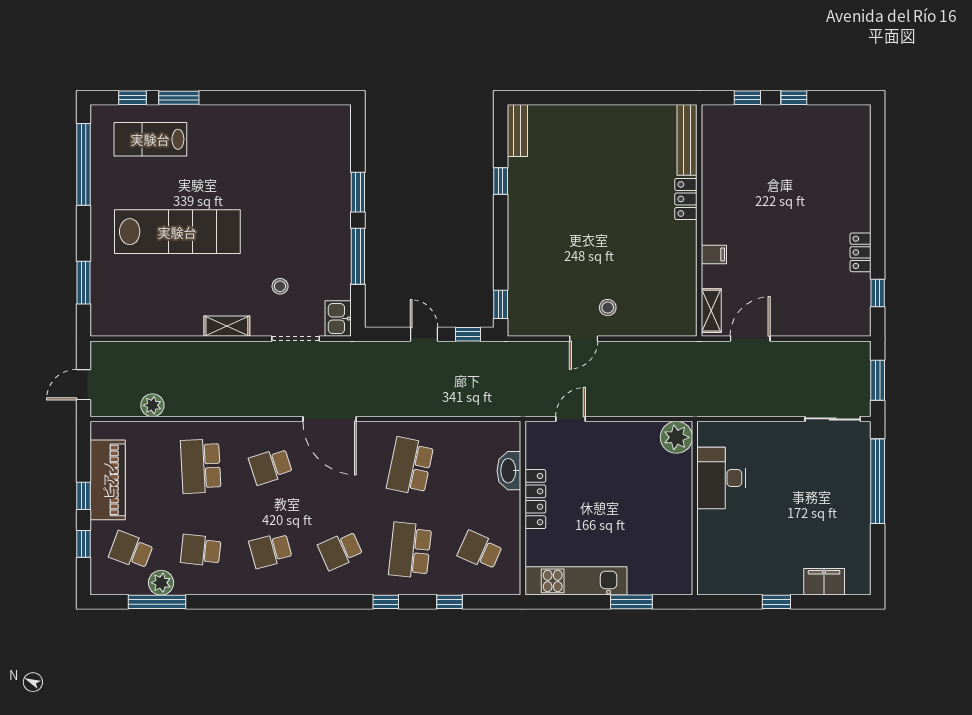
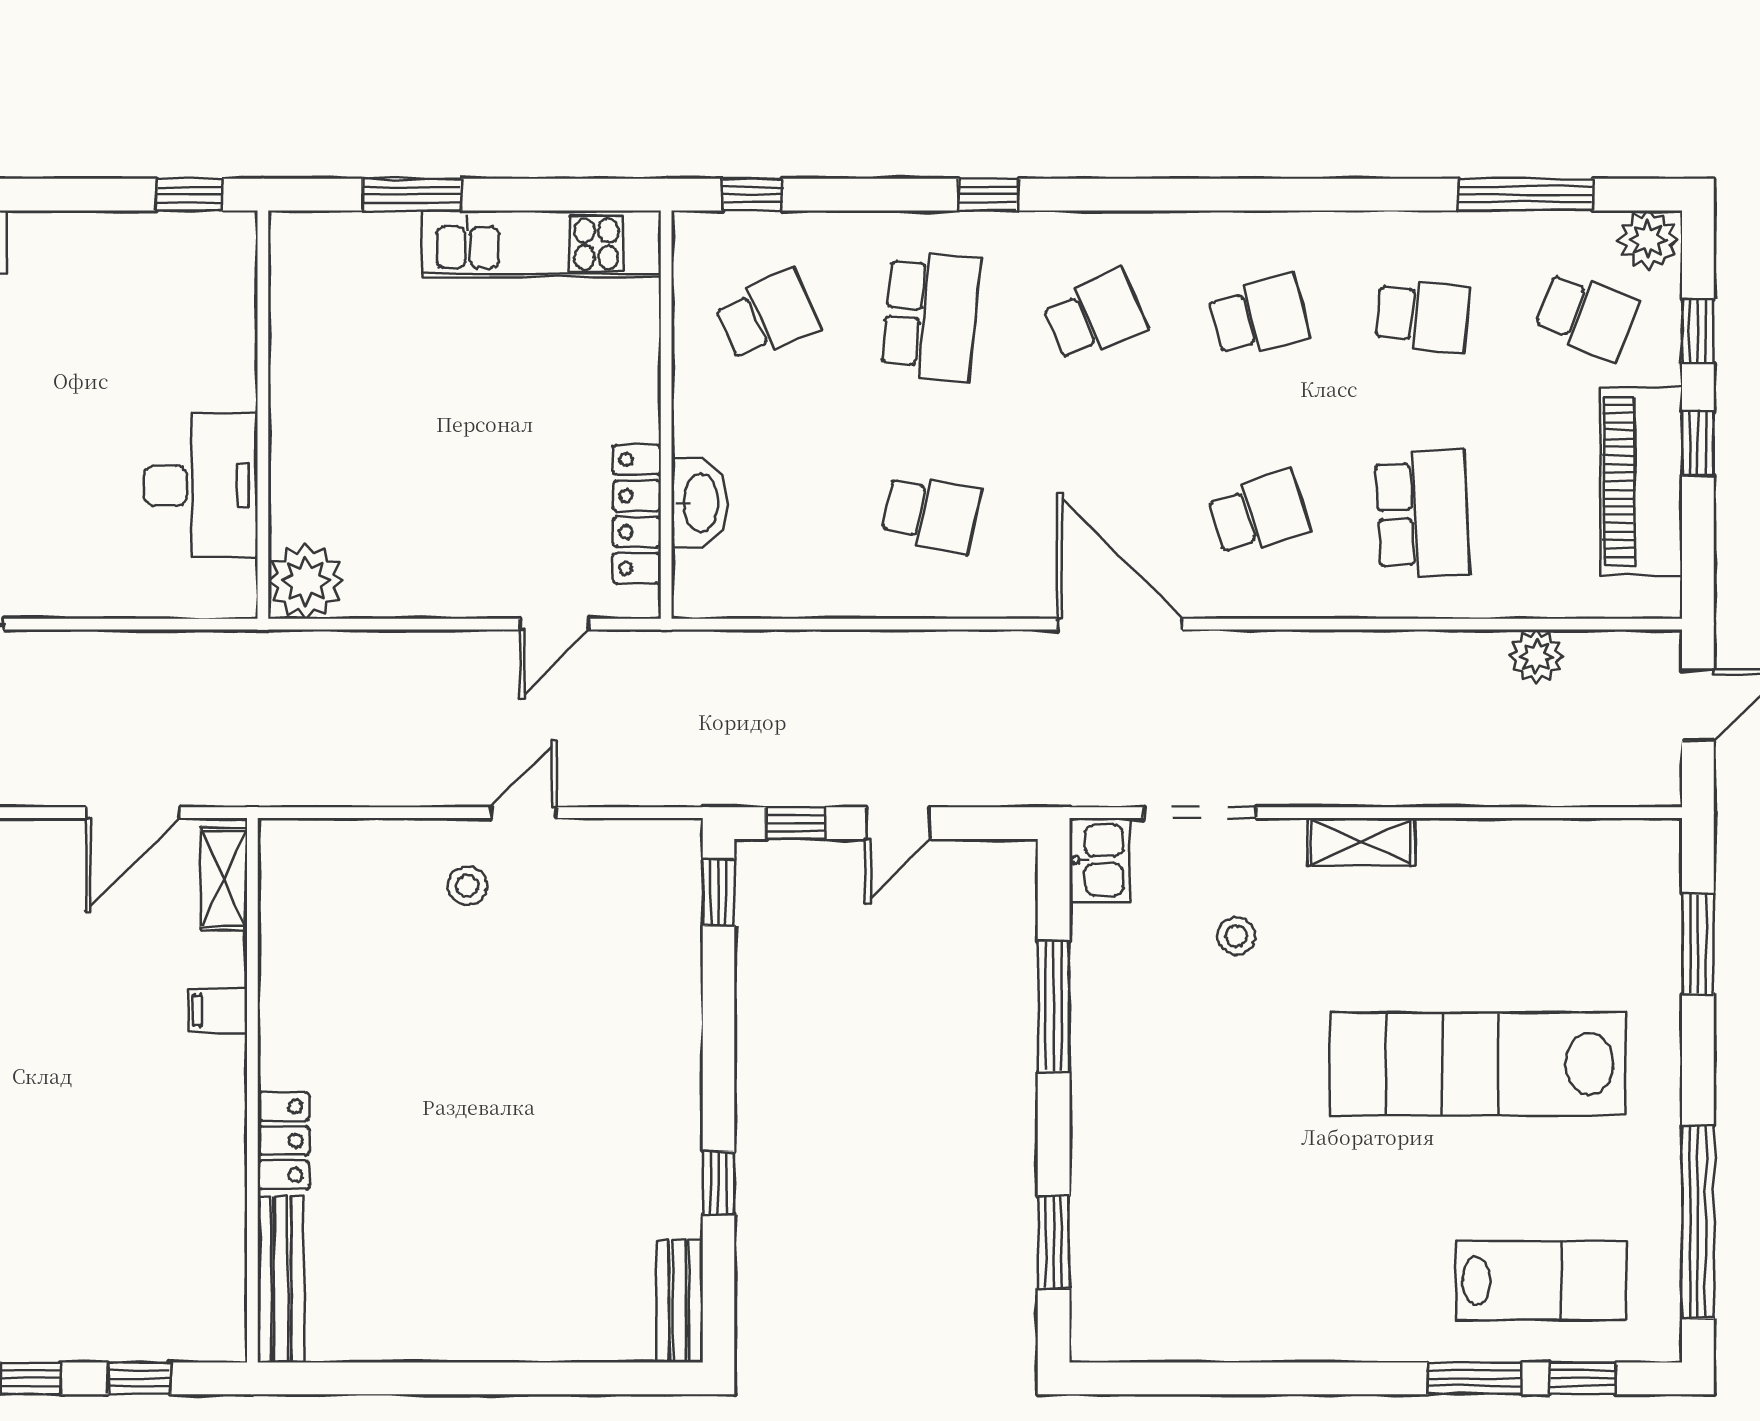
window: (358, 192) -> (1054, 1242), moved
door: (424, 334) -> (898, 823), hinge flipped
school desk: (410, 466) -> (931, 513), width x0.54
locker: (535, 499) -> (637, 514), moved
school desk: (480, 550) -> (767, 316), turned -48
plant: (161, 583) -> (1648, 240), moved
window: (449, 602) -> (752, 195), moved
window: (776, 602) -> (190, 195), moved

